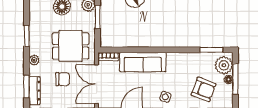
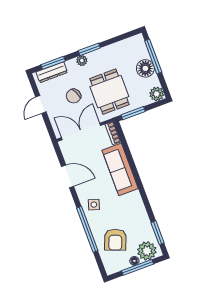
window: (97, 17) -> (133, 113), moved
window: (27, 36) -> (89, 49), moved
chair: (63, 79) -> (74, 96), turned 65

